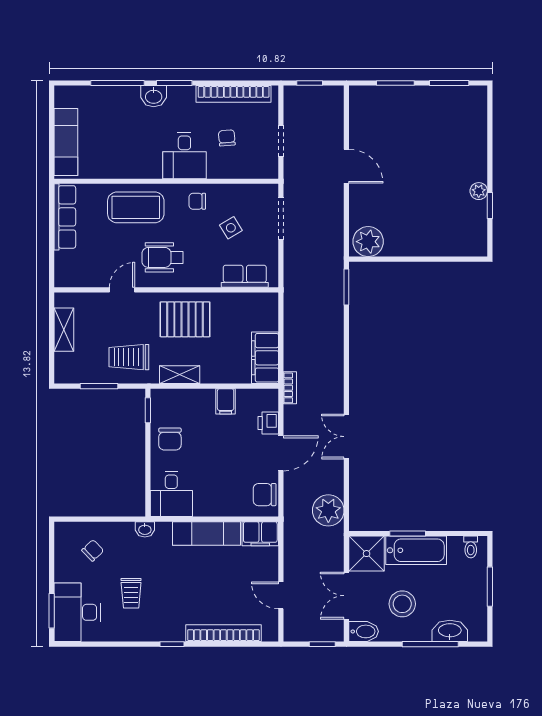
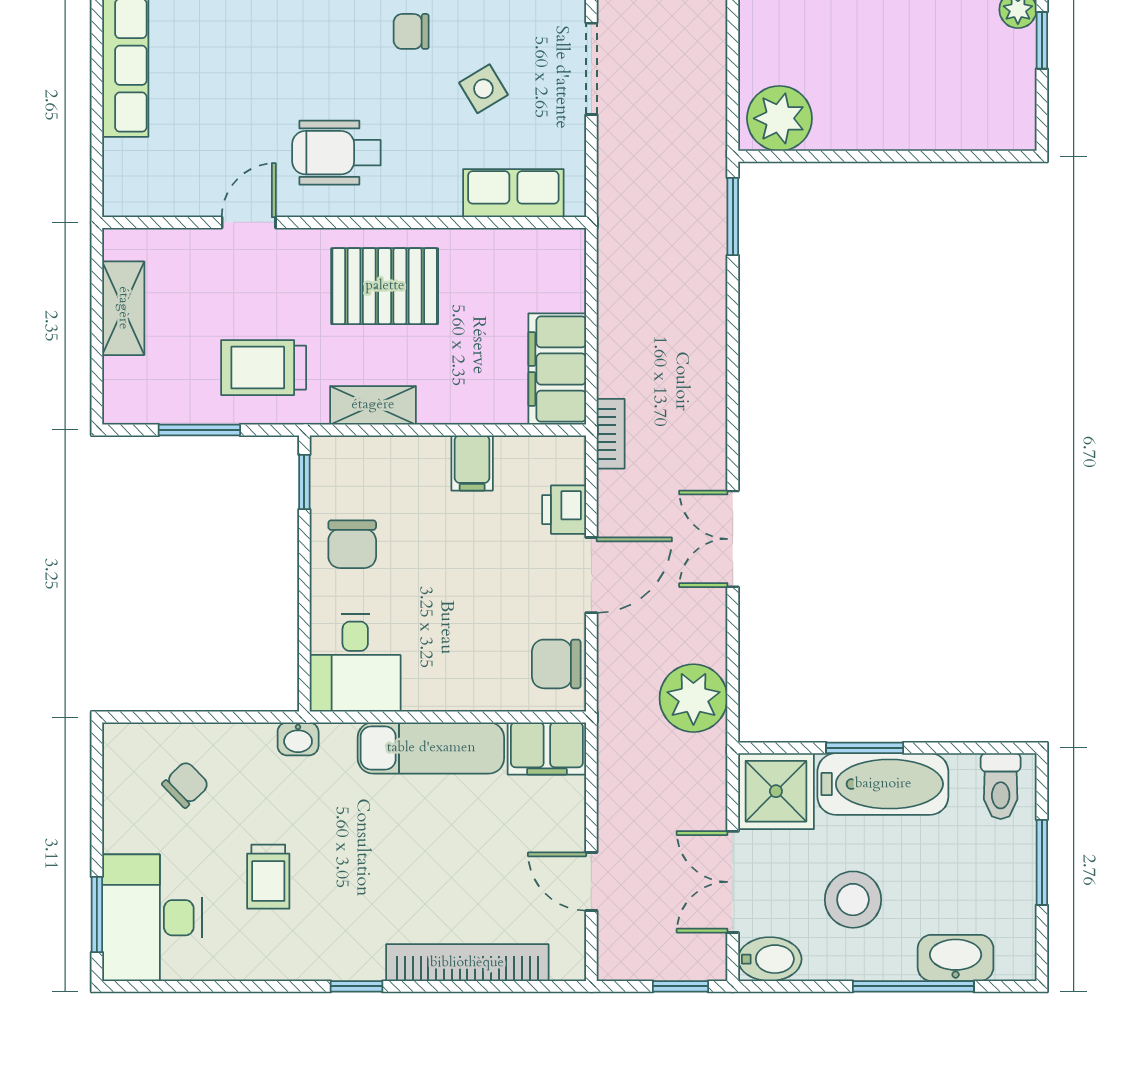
coffee table: (136, 207) -> (278, 45), removed
toilet: (471, 547) -> (1001, 786), width x1.37, depth x1.39

